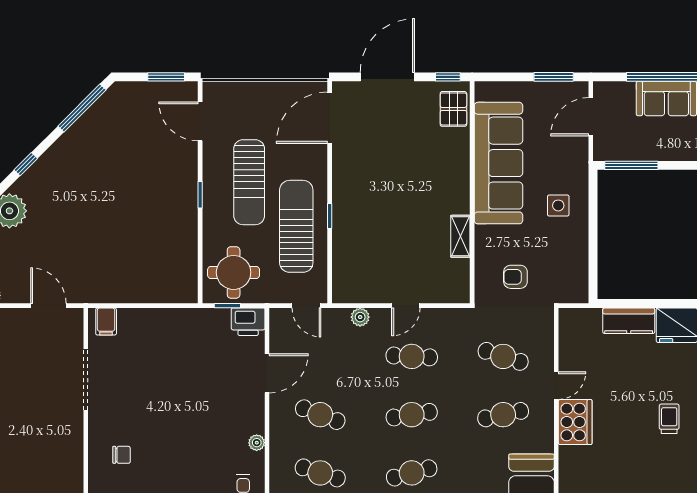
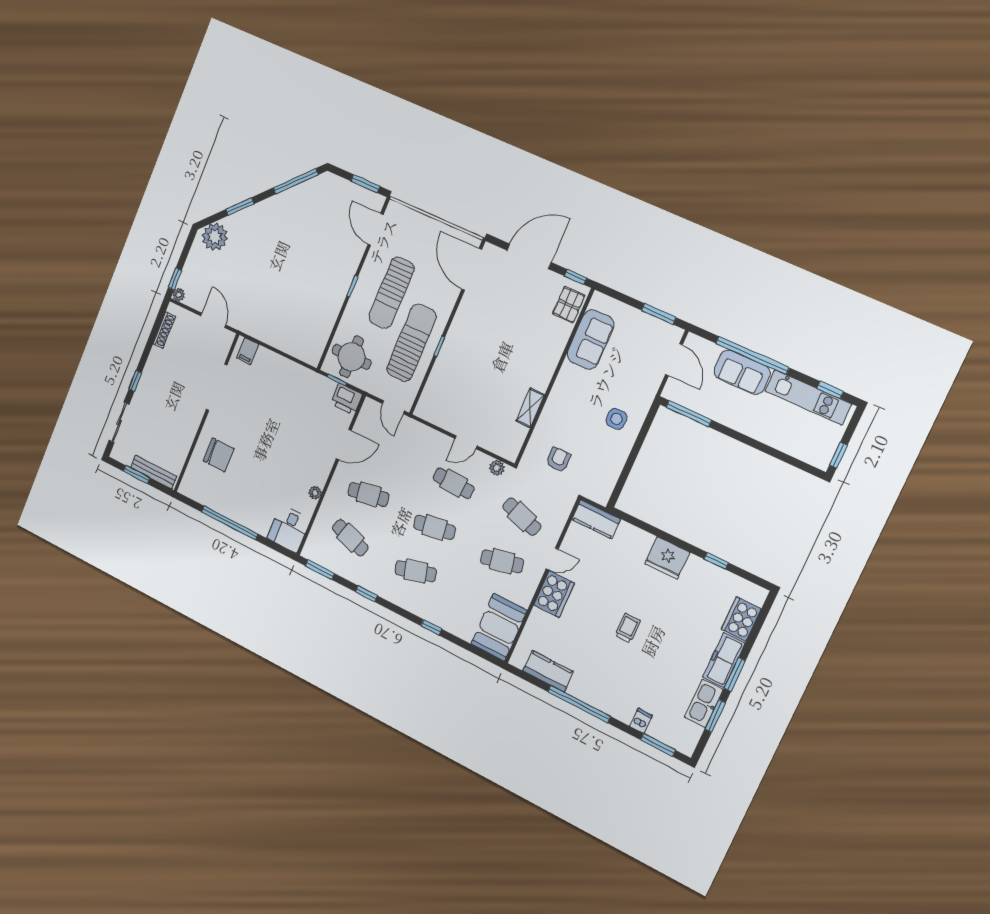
door: (591, 117) -> (674, 360), swing flipped
door: (330, 118) -> (472, 269), hinge flipped
sofa: (498, 163) -> (590, 340), width x0.54, depth x0.79
window: (26, 164) -> (240, 207), width x1.50
armchair: (515, 277) -> (558, 459), turned 90
plant: (360, 317) -> (497, 468), moved
kitchen counter: (629, 321) -> (596, 519), moved
cafe table: (320, 415) -> (369, 494), turned -30
chair: (121, 455) -> (219, 455), width x1.87, depth x1.87

